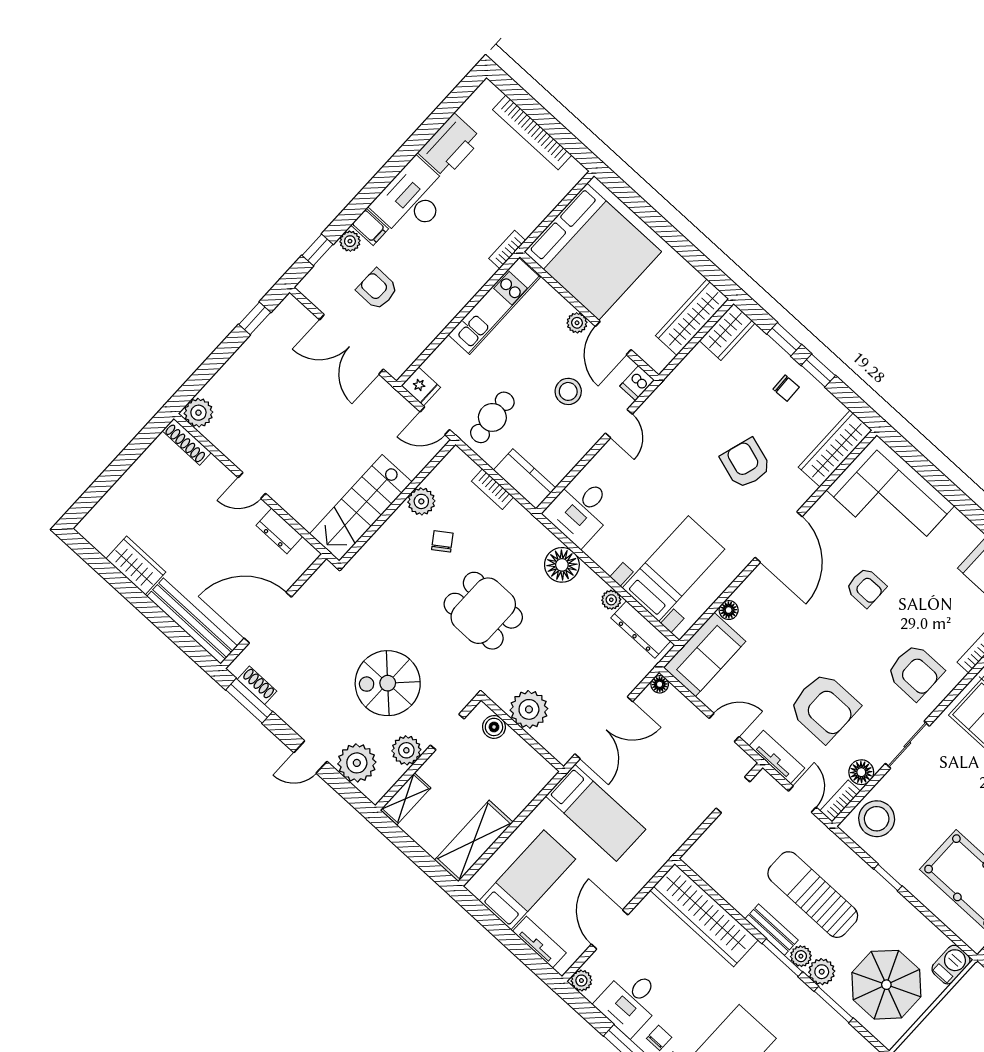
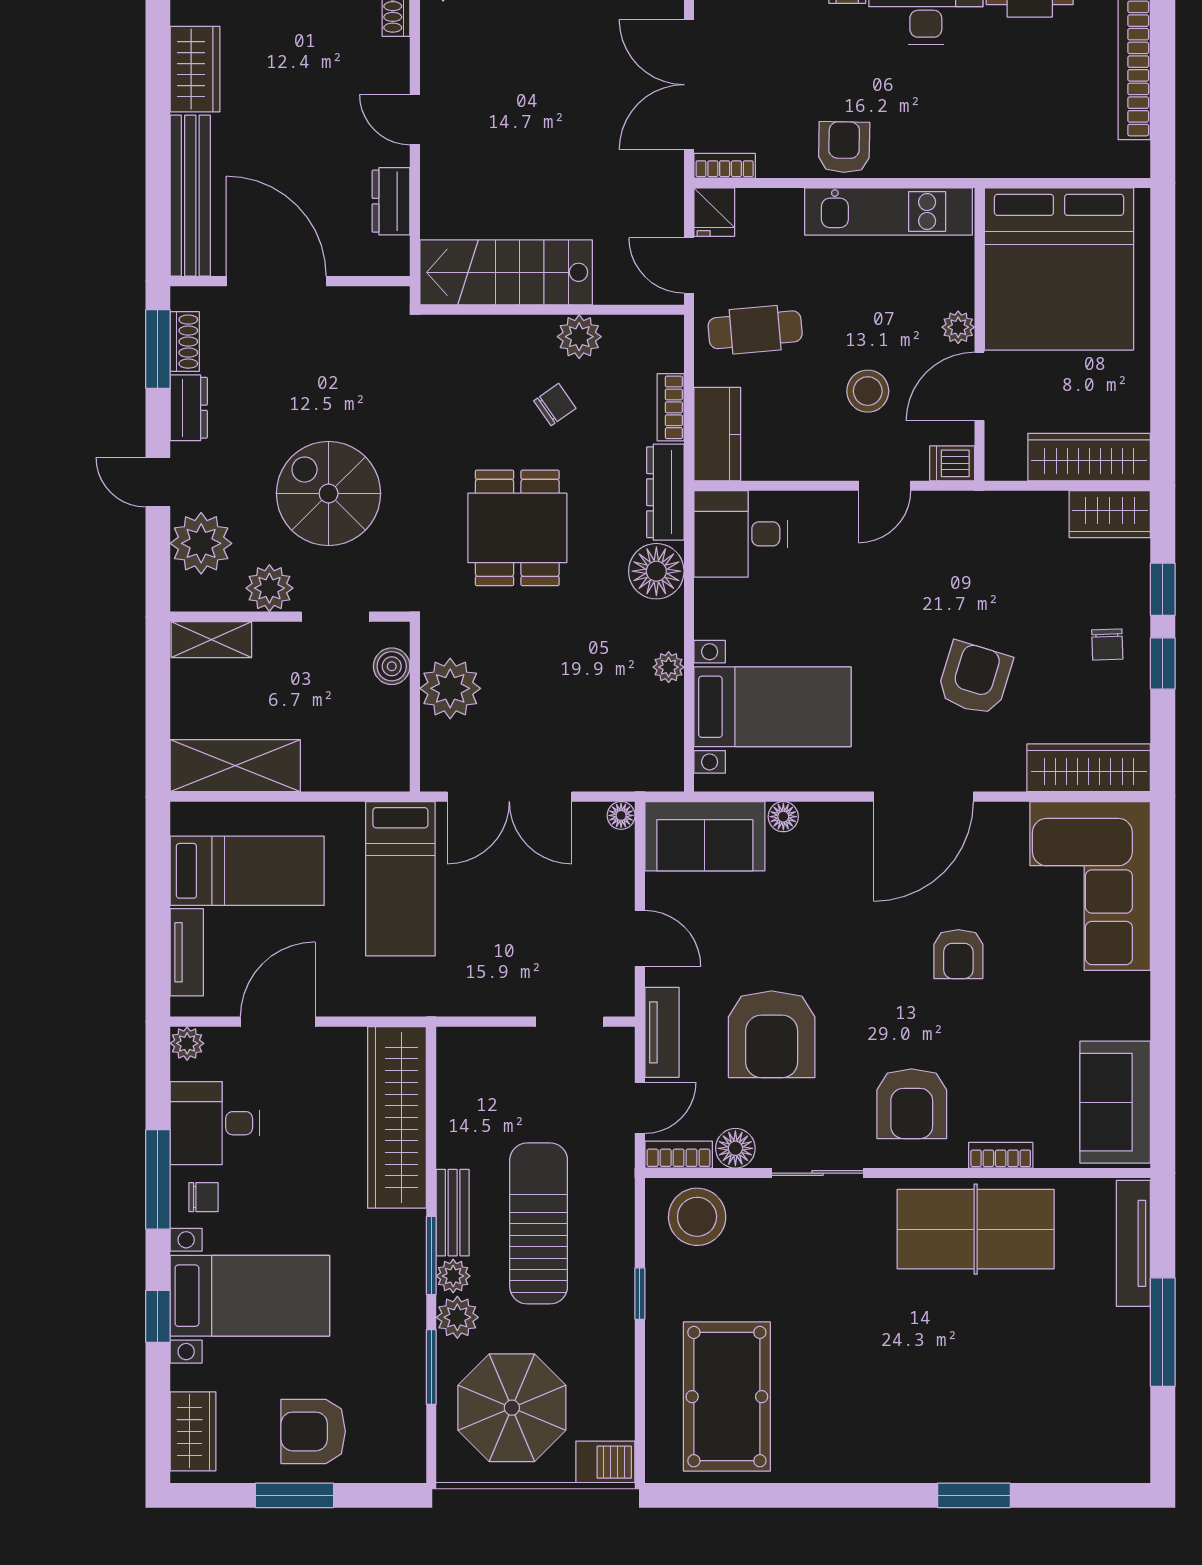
bookcase: (507, 250) -> (725, 166), moved
armchair: (377, 289) -> (844, 147), moved
dresser: (641, 629) -> (665, 492), moved
dresser: (289, 711) -> (189, 408), added

